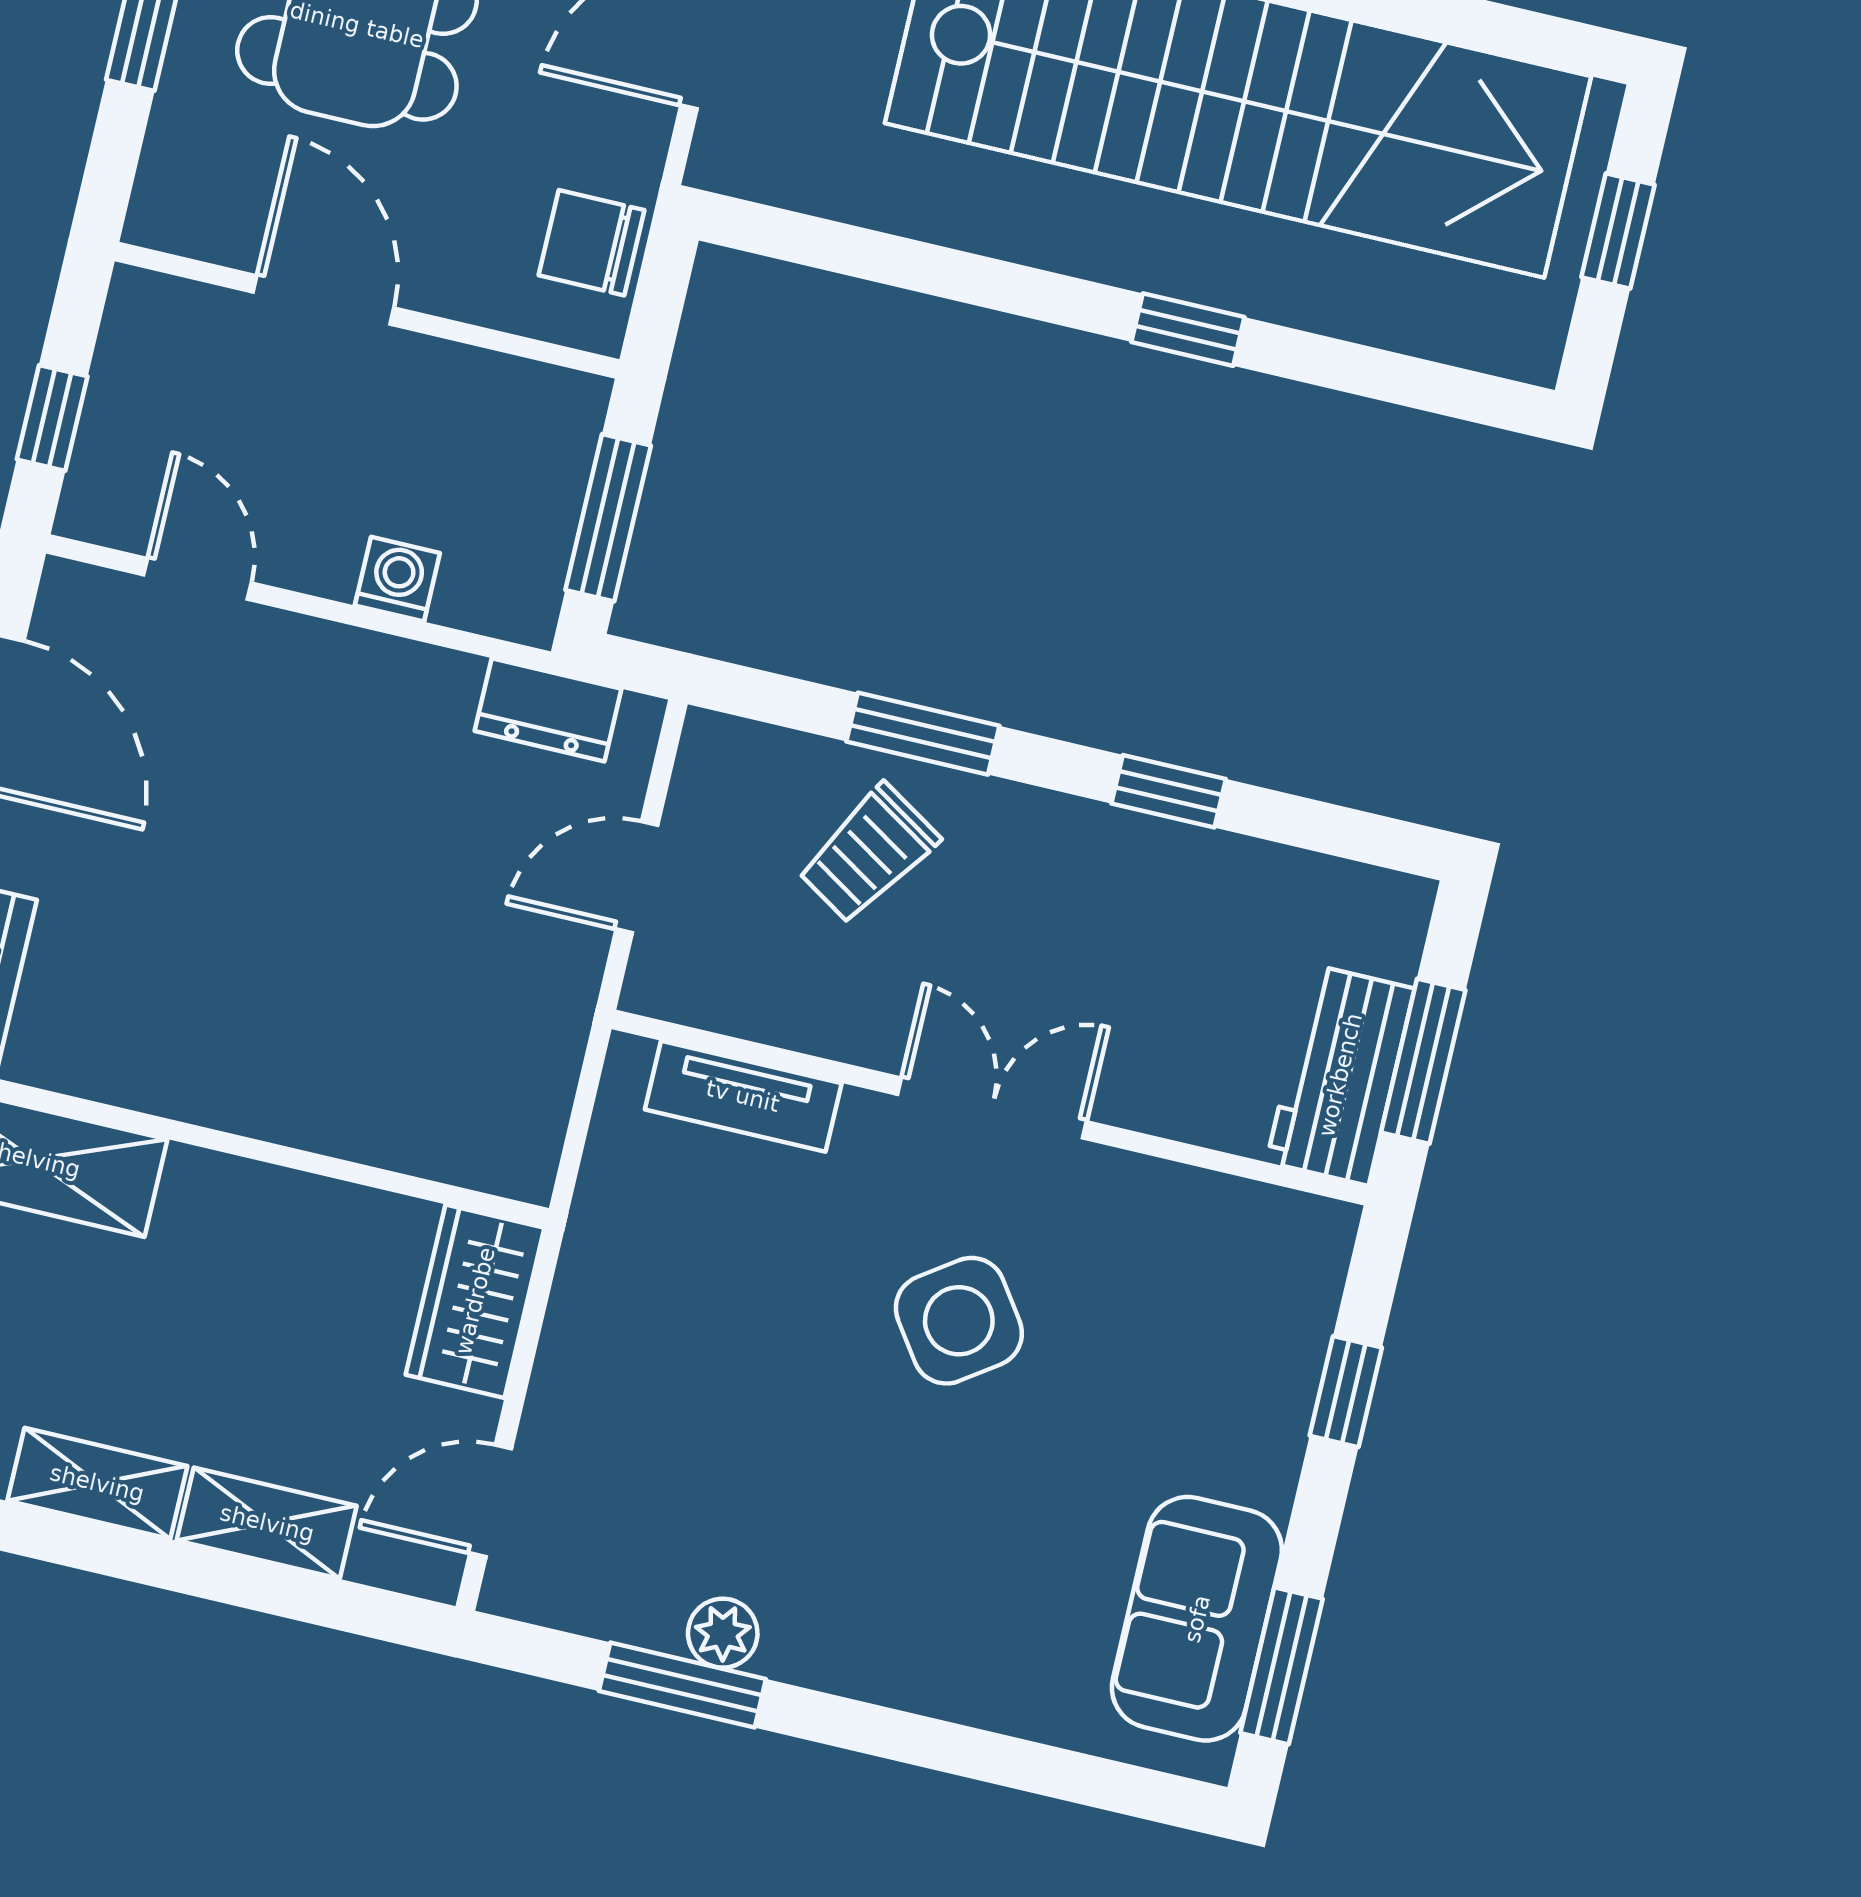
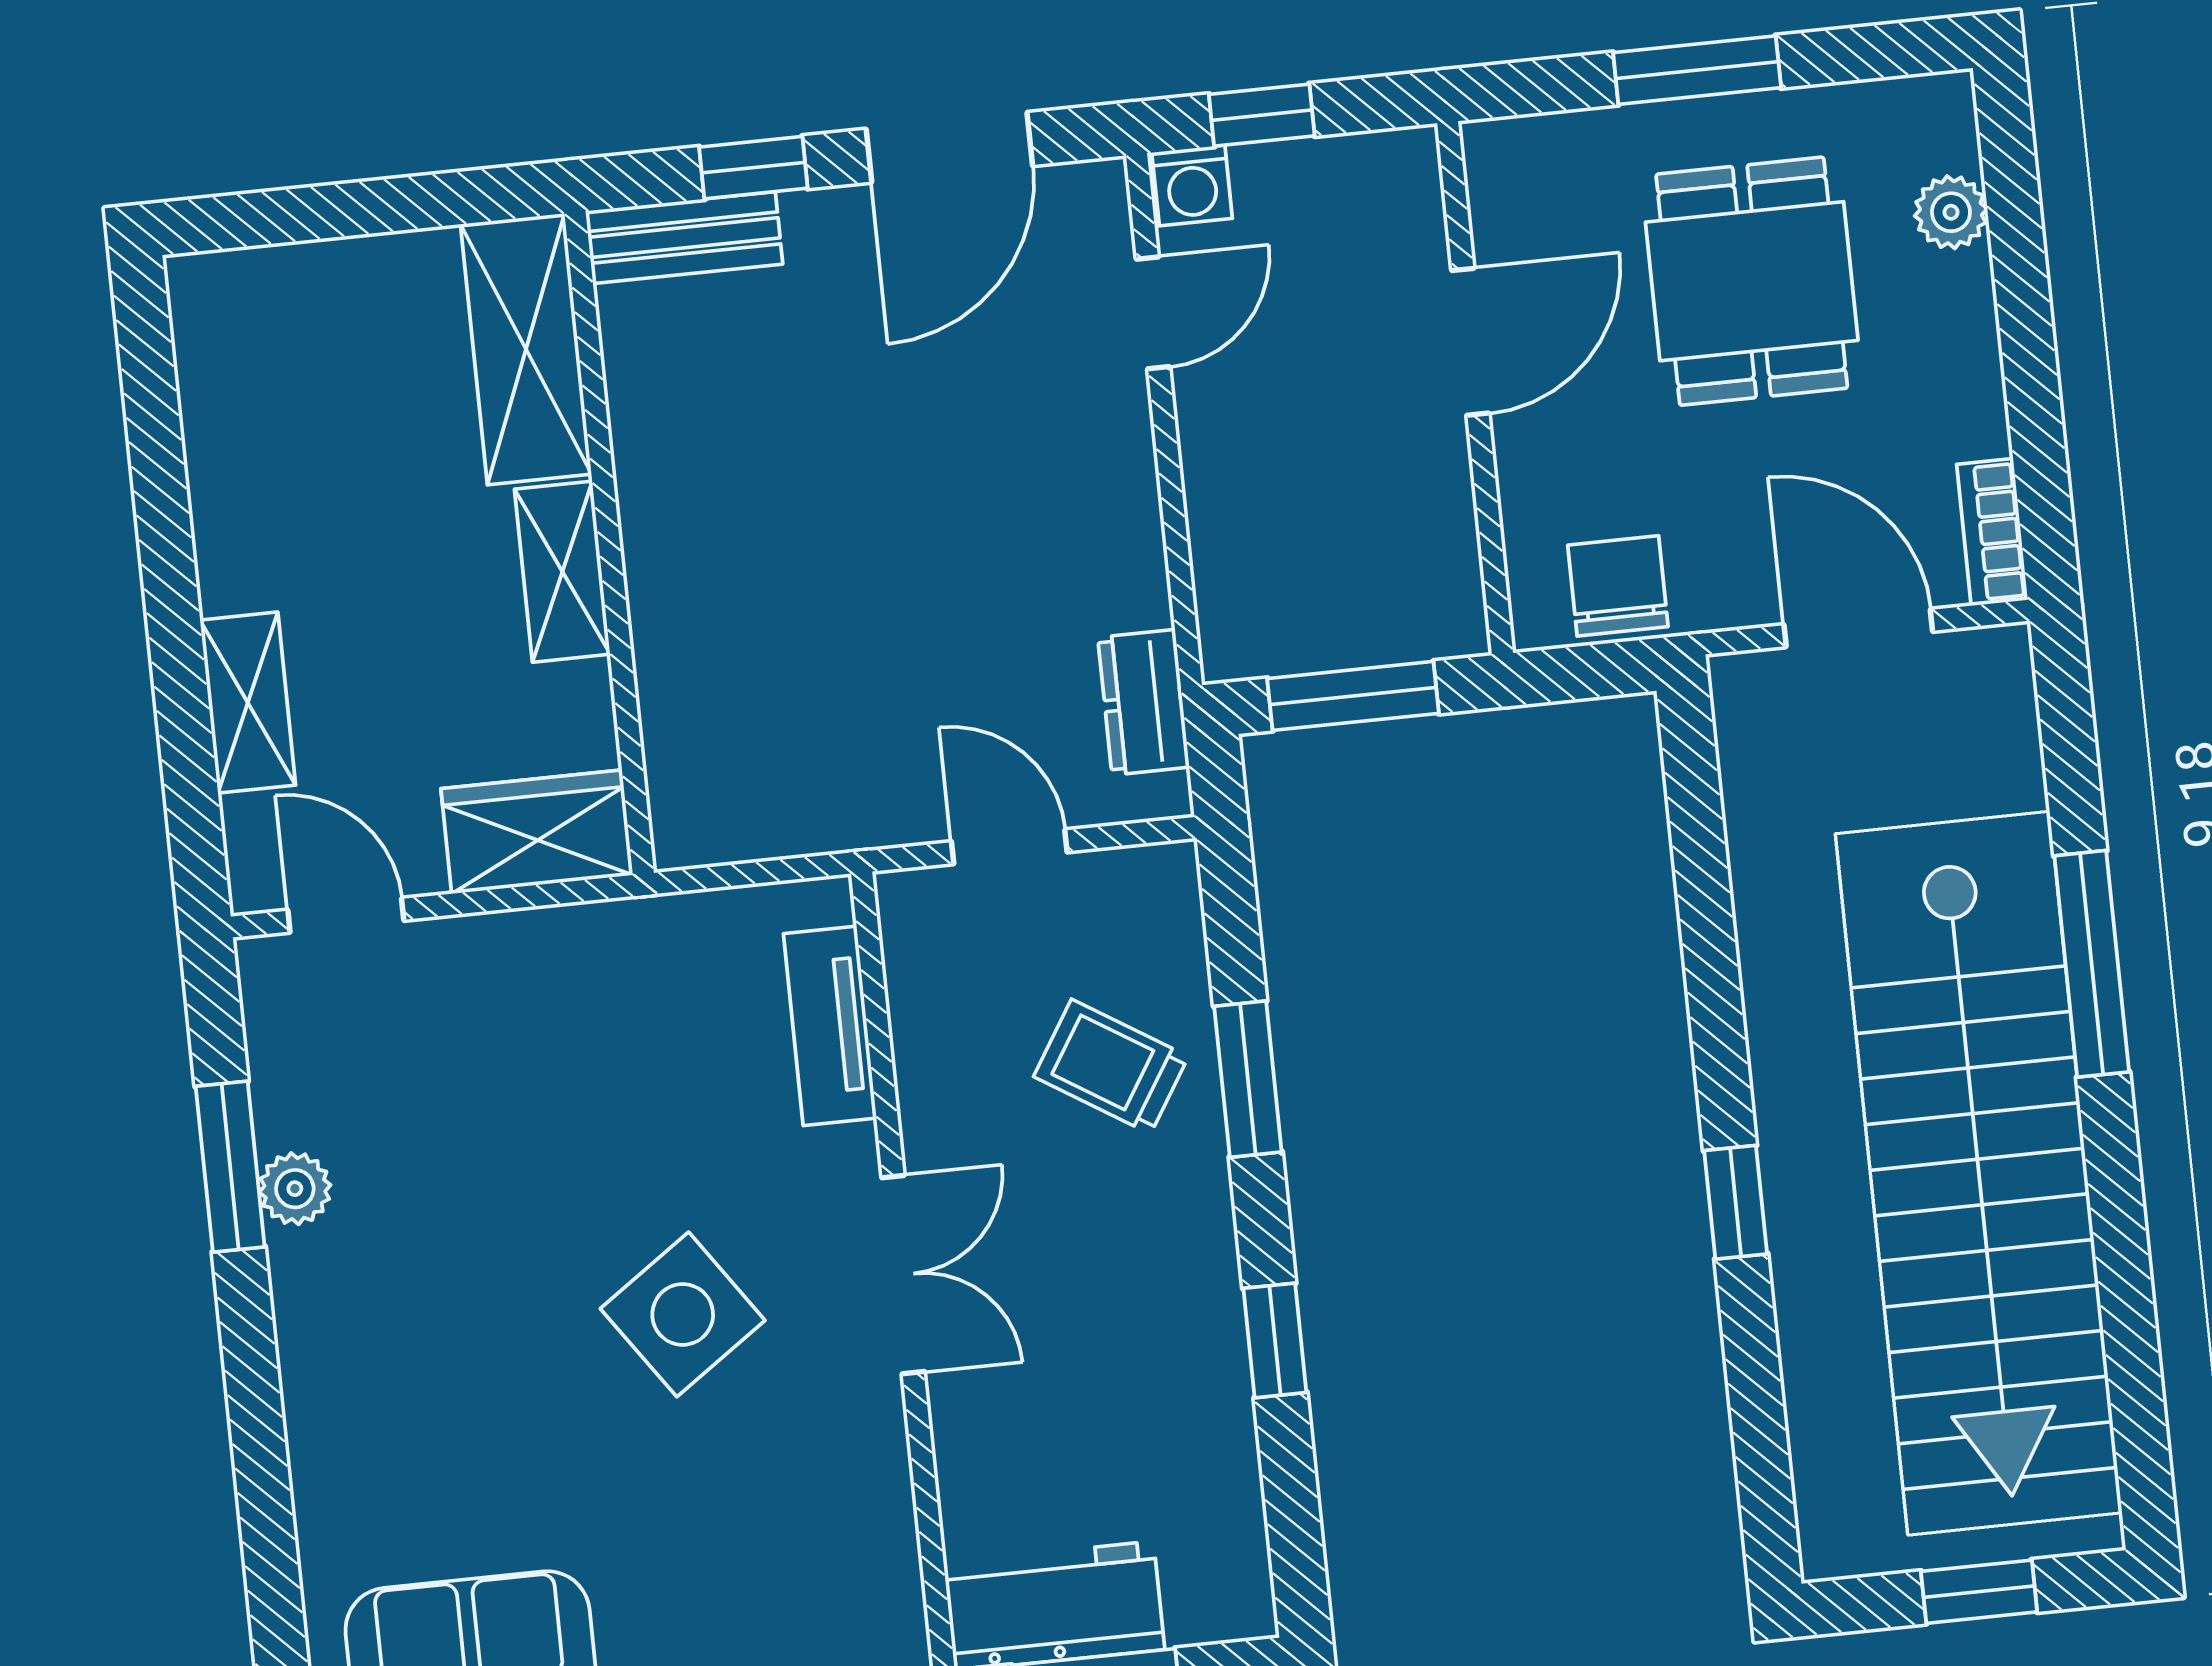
washing machine: (397, 579) -> (1192, 186), moved, turned 90
shelving: (97, 1483) -> (562, 572), moved

